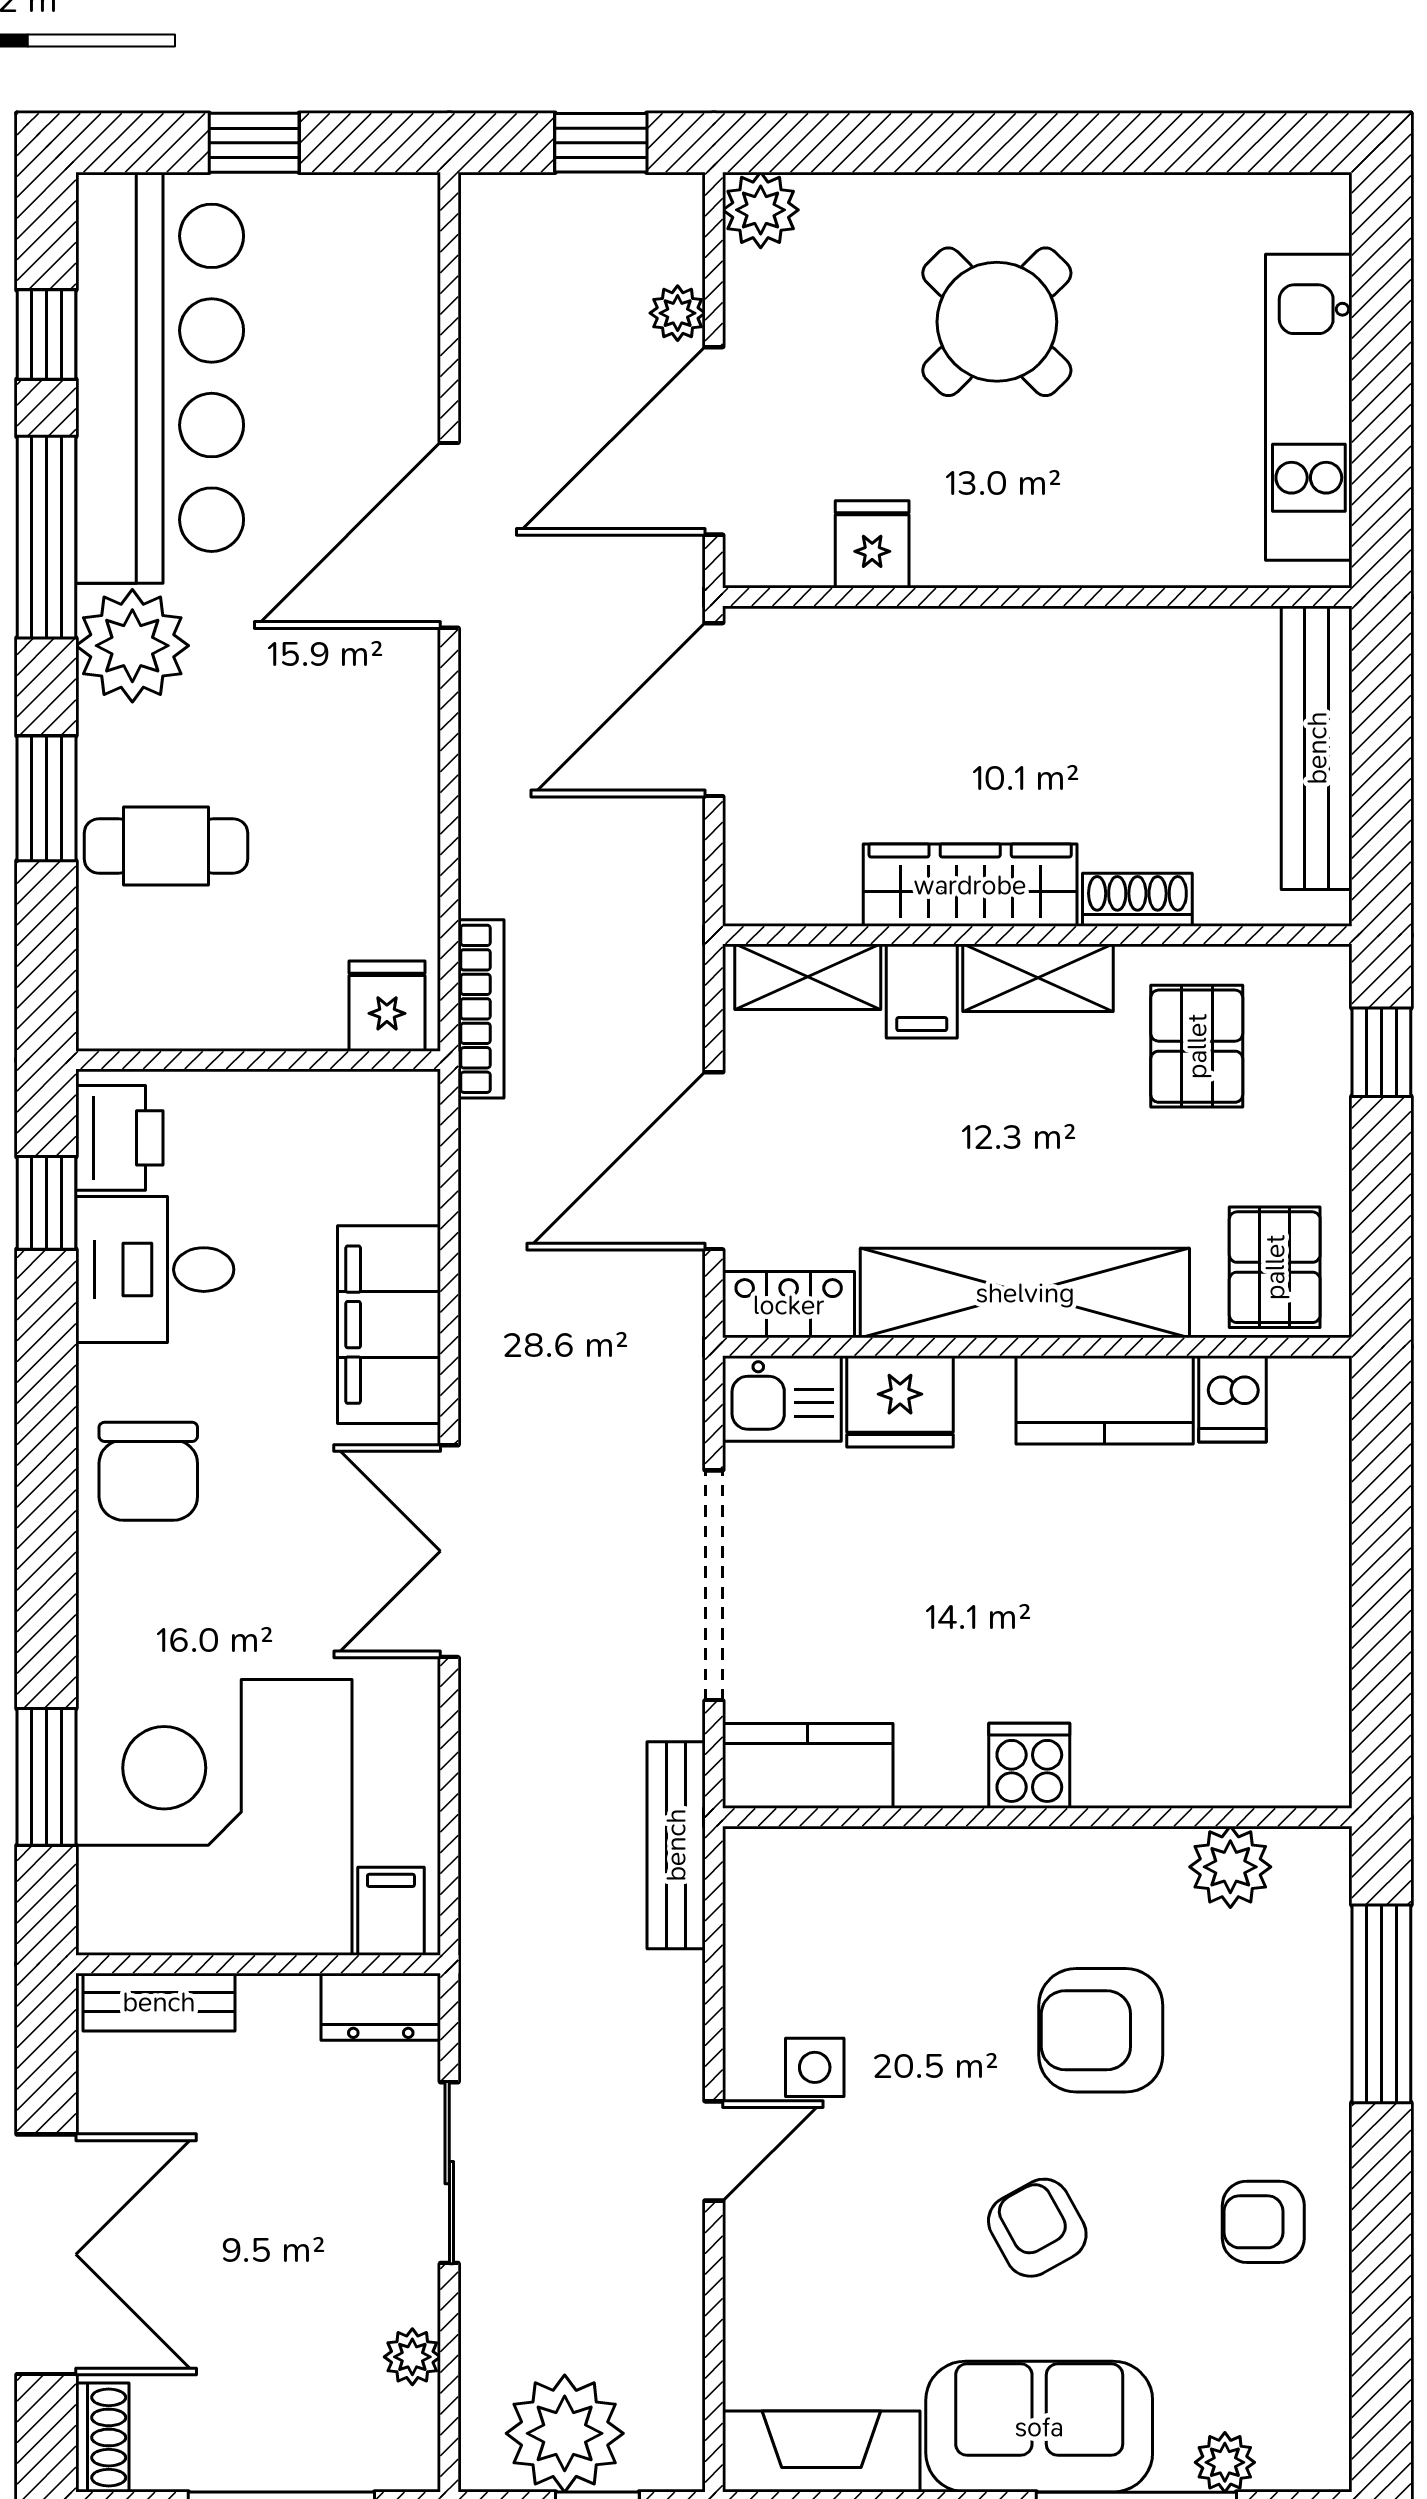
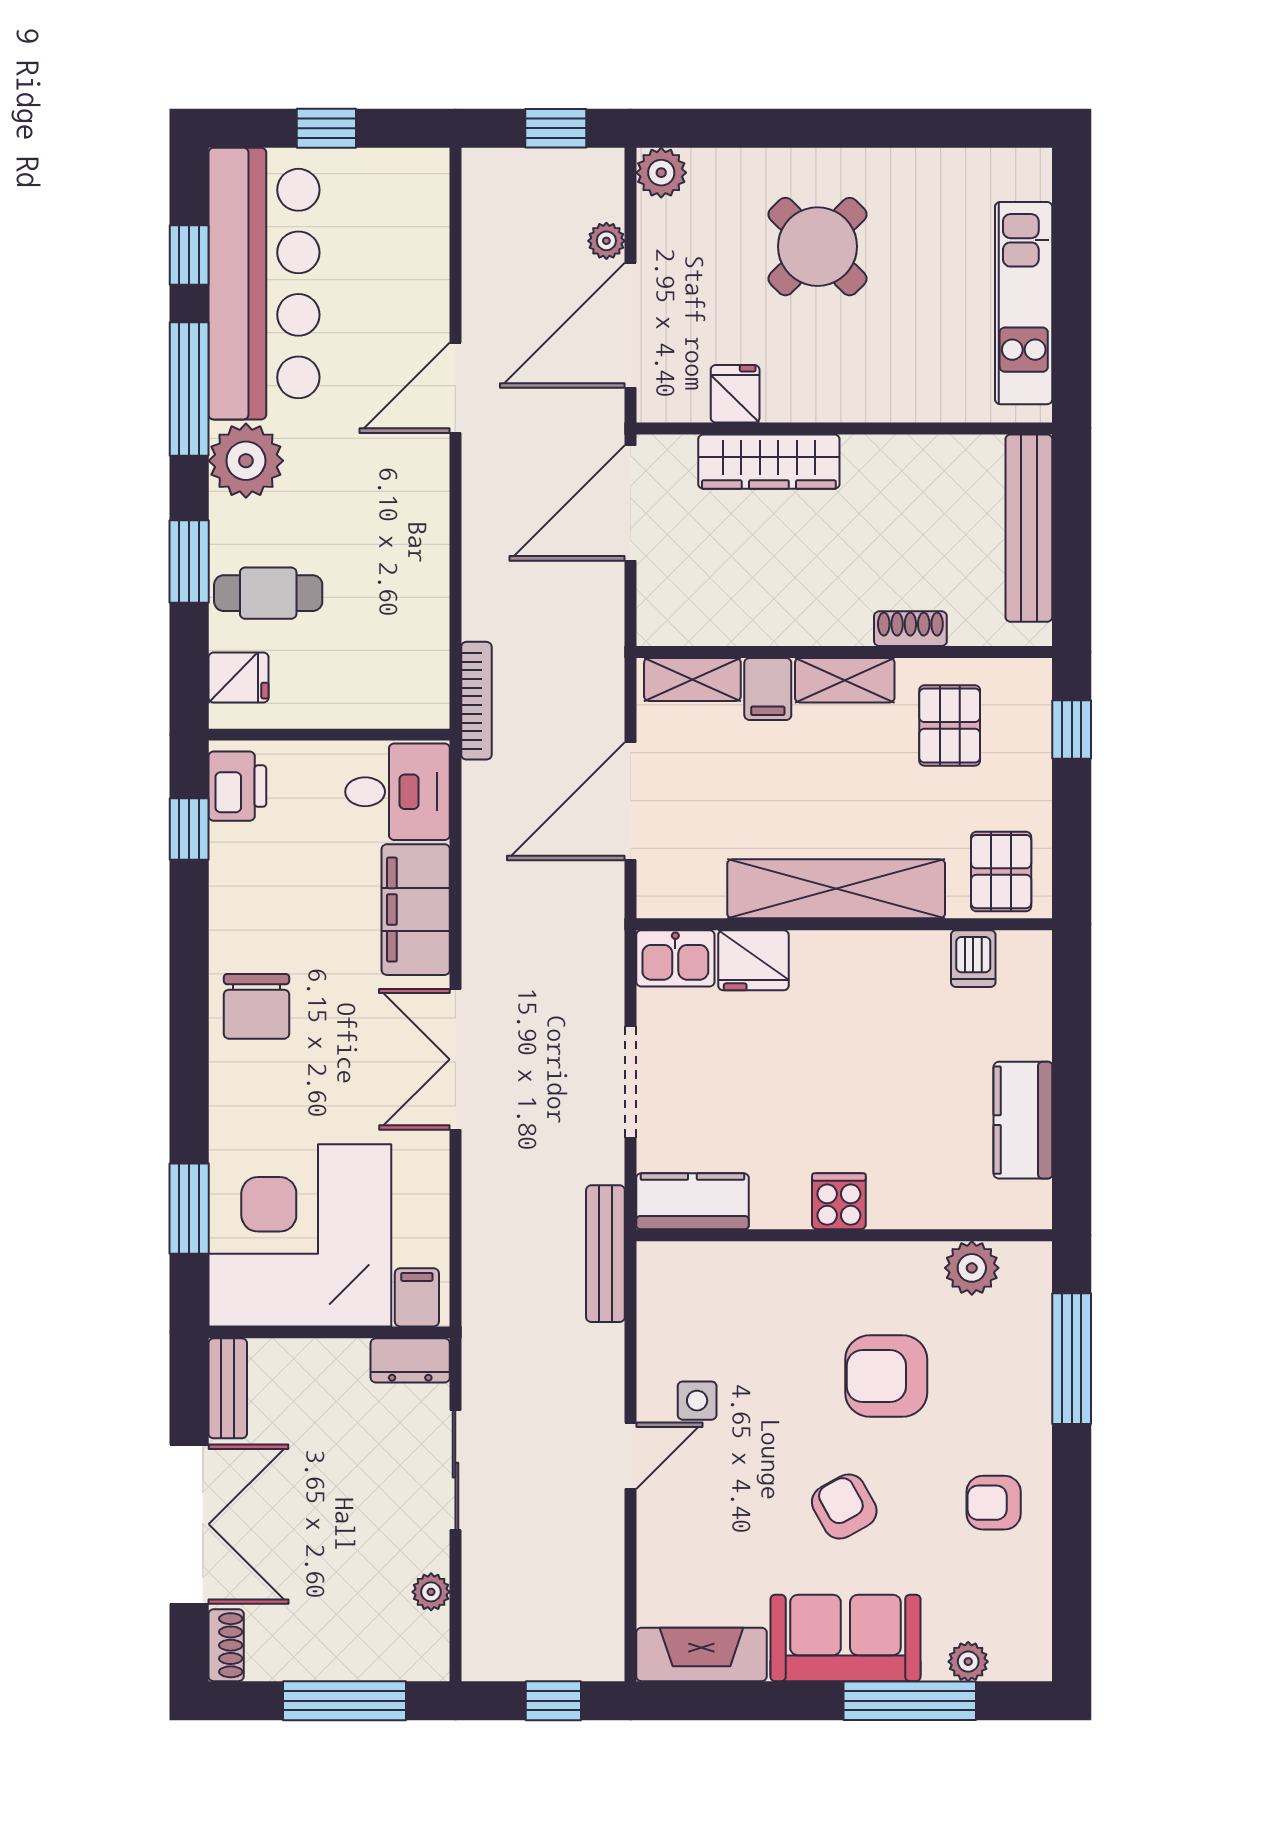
door: (449, 535) -> (455, 388), width x0.73
wardrobe: (970, 885) -> (769, 462), moved, turned 180
fridge: (387, 1006) -> (239, 677), moved, turned 90
desk: (155, 1270) -> (397, 792), moved, turned 180
locker: (789, 1305) -> (680, 896), removed
kitchen counter: (1105, 1400) -> (1023, 1120), moved, turned 90
doorway: (714, 1585) -> (630, 1082), width x0.73
bench: (159, 2002) -> (228, 1388), moved, turned 90
plant: (565, 2433) -> (532, 1643), removed

